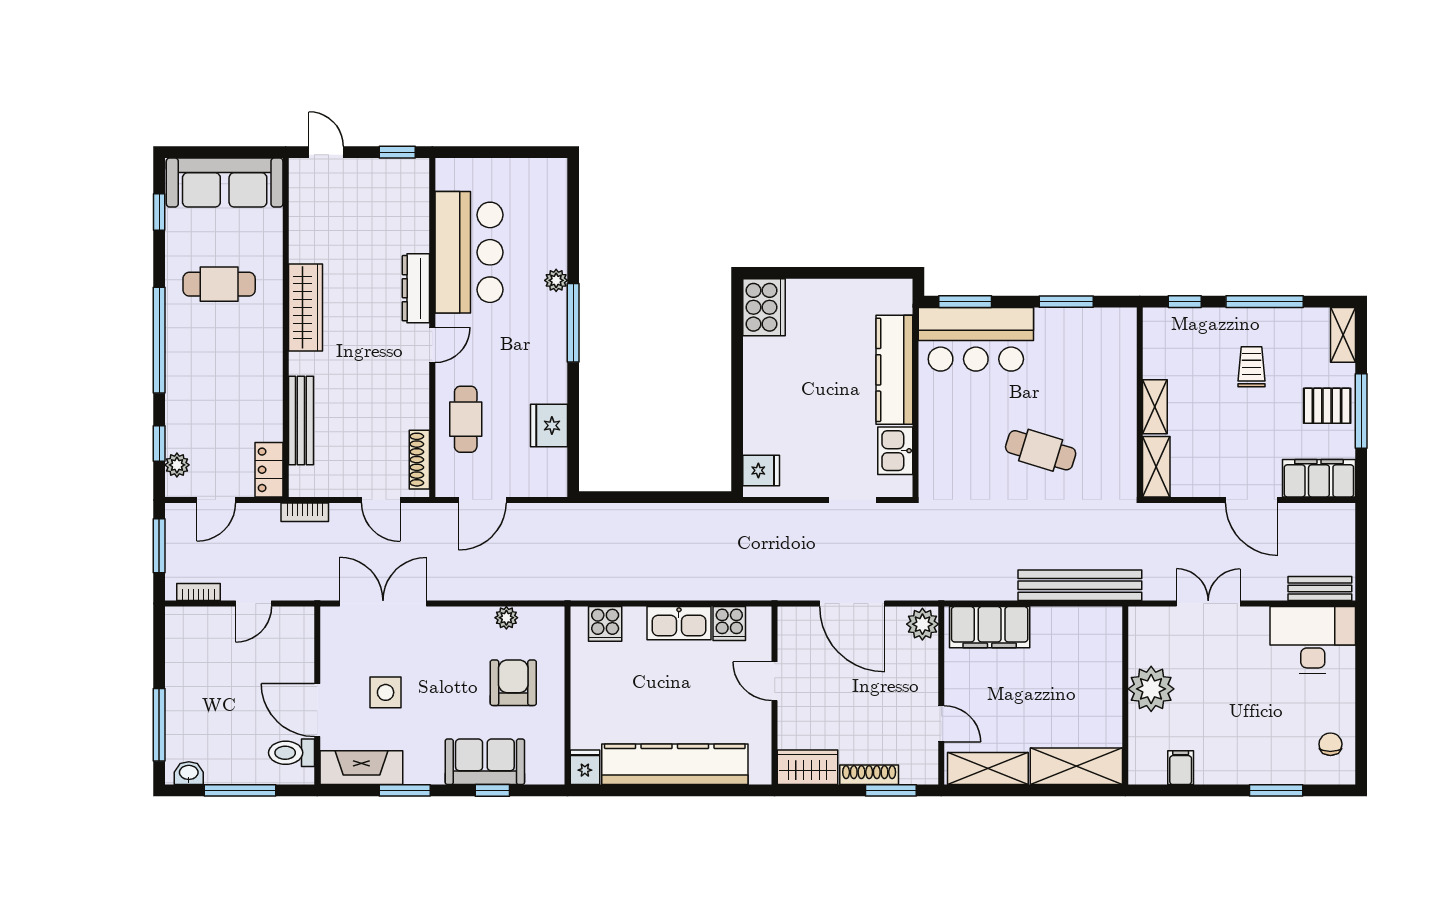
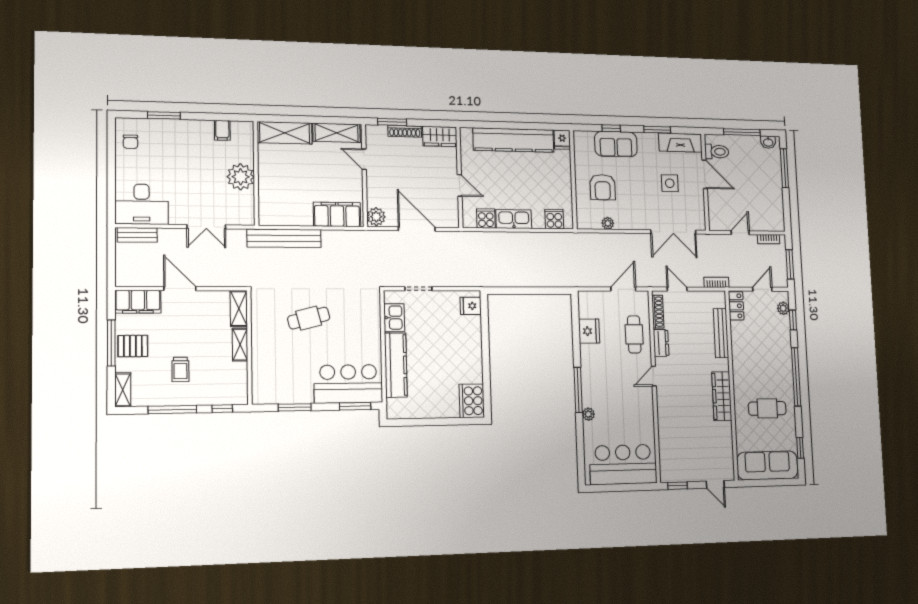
bar counter: (469, 252) -> (623, 465), moved, turned 90
dresser: (416, 288) -> (661, 343), moved, width x0.70
cafe table: (1041, 450) -> (309, 318), turned -31

